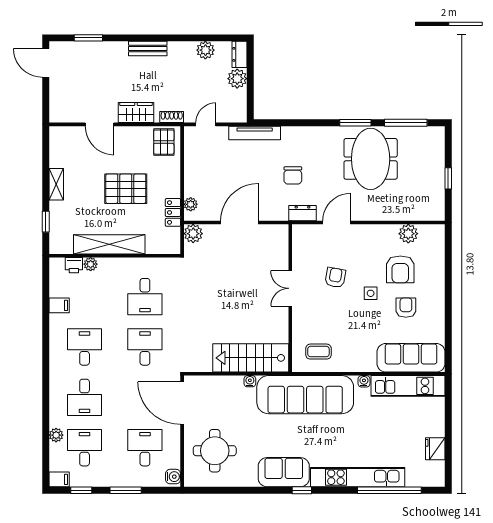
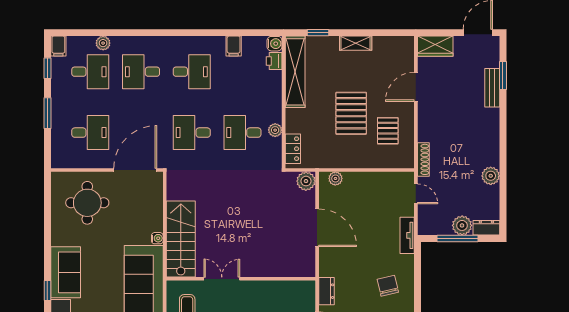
bench: (148, 49) -> (492, 88), moved
plant: (205, 50) -> (491, 176), moved
window: (250, 83) -> (458, 239), added
wardrobe: (136, 112) -> (435, 46), moved, turned 90
shoe rack: (172, 117) -> (423, 159), width x1.43
tv unit: (255, 133) -> (407, 235), width x0.71
pallet: (164, 142) -> (388, 131), moved, turned 90
chair: (293, 175) -> (388, 286), moved, turned 77
locker: (173, 212) -> (293, 149), moved, turned 90
shelving: (109, 244) -> (295, 72), moved
plant: (91, 264) -> (275, 130), moved
double door: (290, 288) -> (222, 279), moved
desk: (145, 347) -> (192, 133), turned 180
water cooler: (173, 477) -> (275, 44), moved, turned -90

